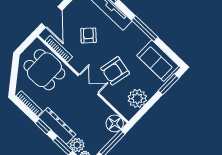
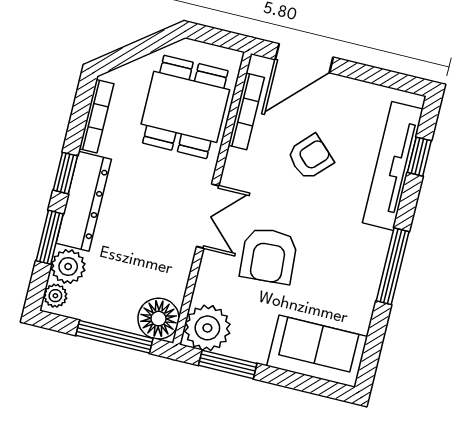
sofa: (158, 61) -> (317, 351), moved, turned 90
armchair: (115, 71) -> (269, 256), turned -106
window: (169, 84) -> (228, 364), moved
plant: (137, 98) -> (207, 328), moved

